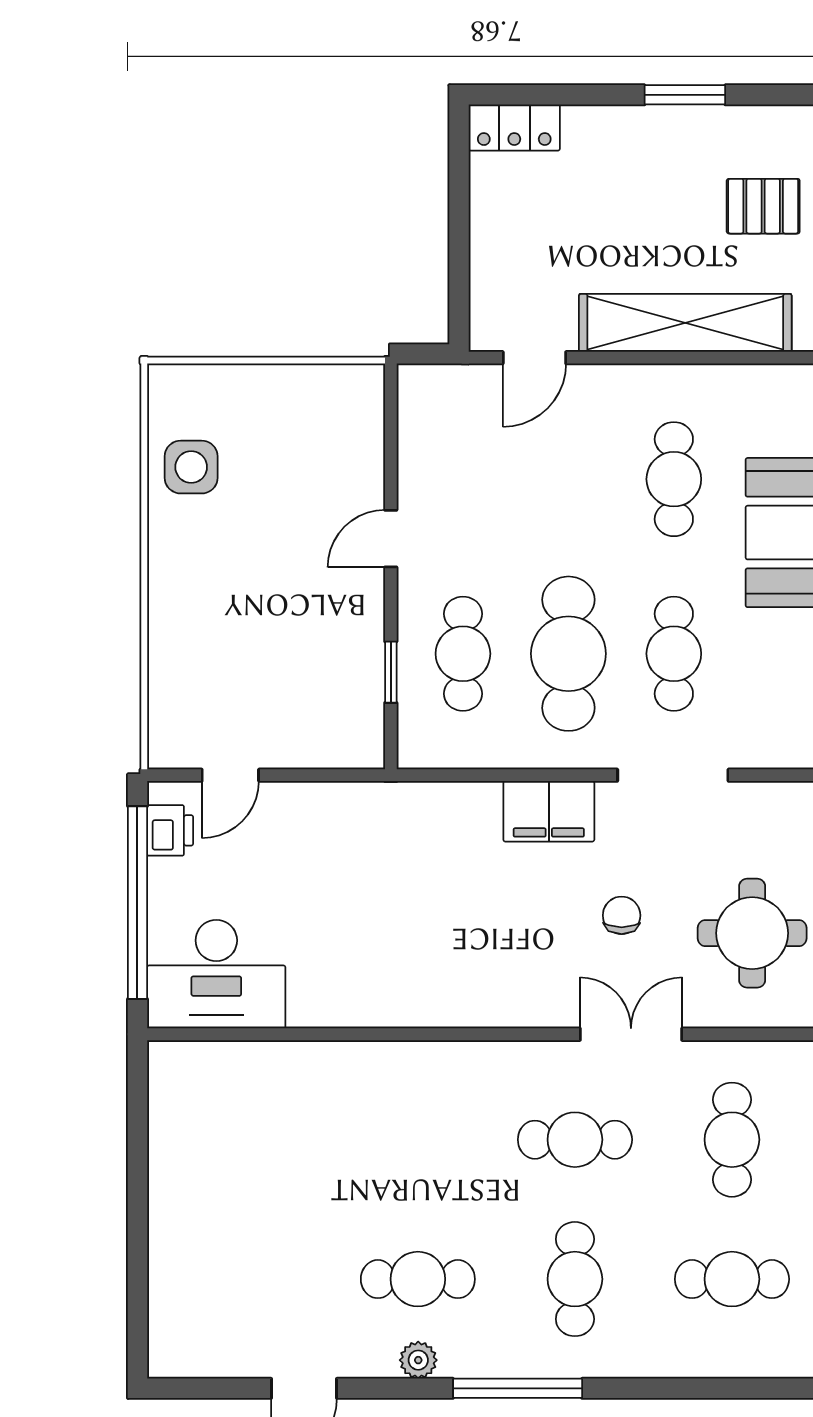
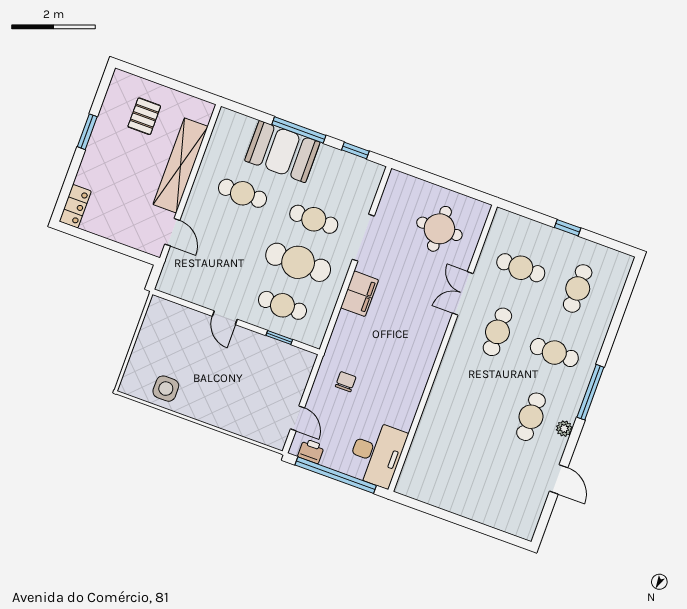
chair: (622, 915) -> (346, 382), moved, turned 90

